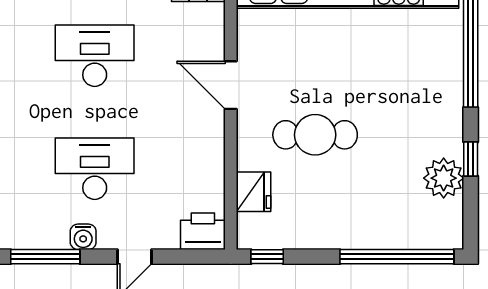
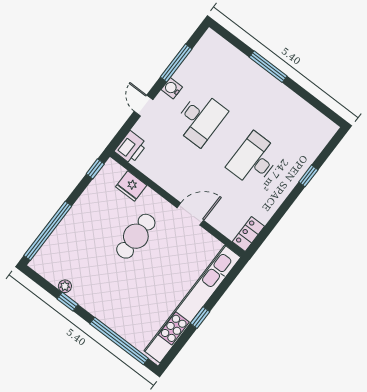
desk: (95, 56) -> (254, 160), turned 180
plant: (444, 178) -> (65, 286), width x0.53, depth x0.53

